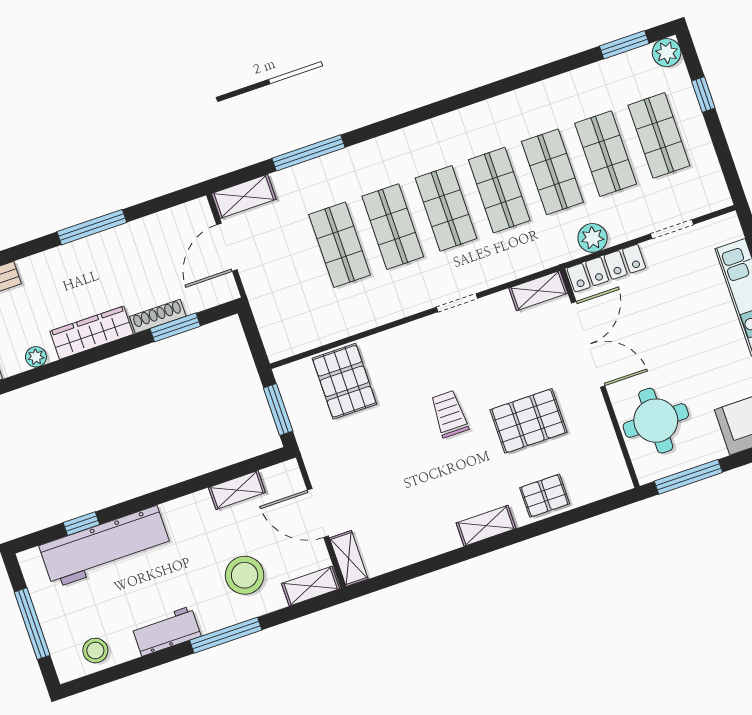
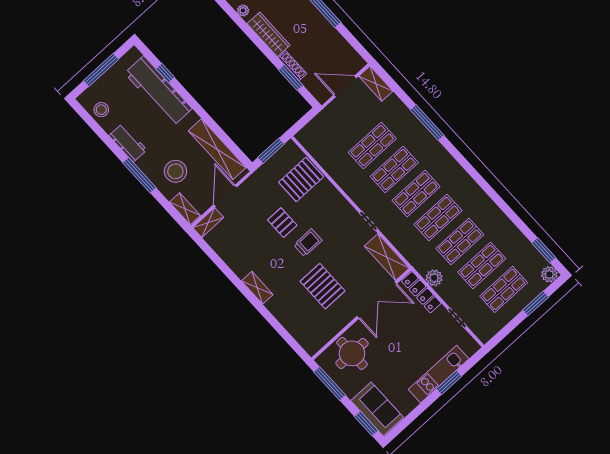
window: (703, 94) -> (536, 303), width x1.50
window: (308, 153) -> (427, 123), moved
shelving: (538, 291) -> (387, 257), width x1.50, depth x1.33
shelving: (237, 490) -> (217, 149), width x2.20, depth x1.33
pallet: (545, 496) -> (282, 223), moved

